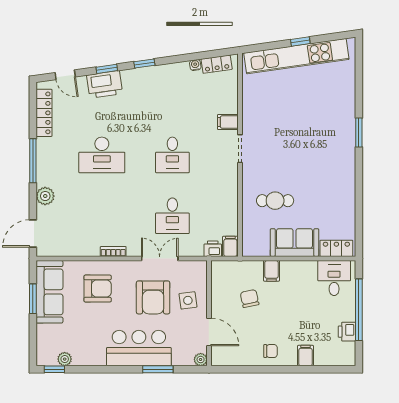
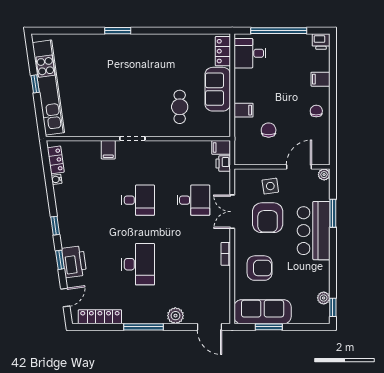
armchair: (98, 289) -> (260, 268), turned 90
armchair: (153, 297) -> (268, 218), turned 90
chair: (250, 298) -> (269, 130), turned 102
printer: (347, 332) -> (321, 42), moved

